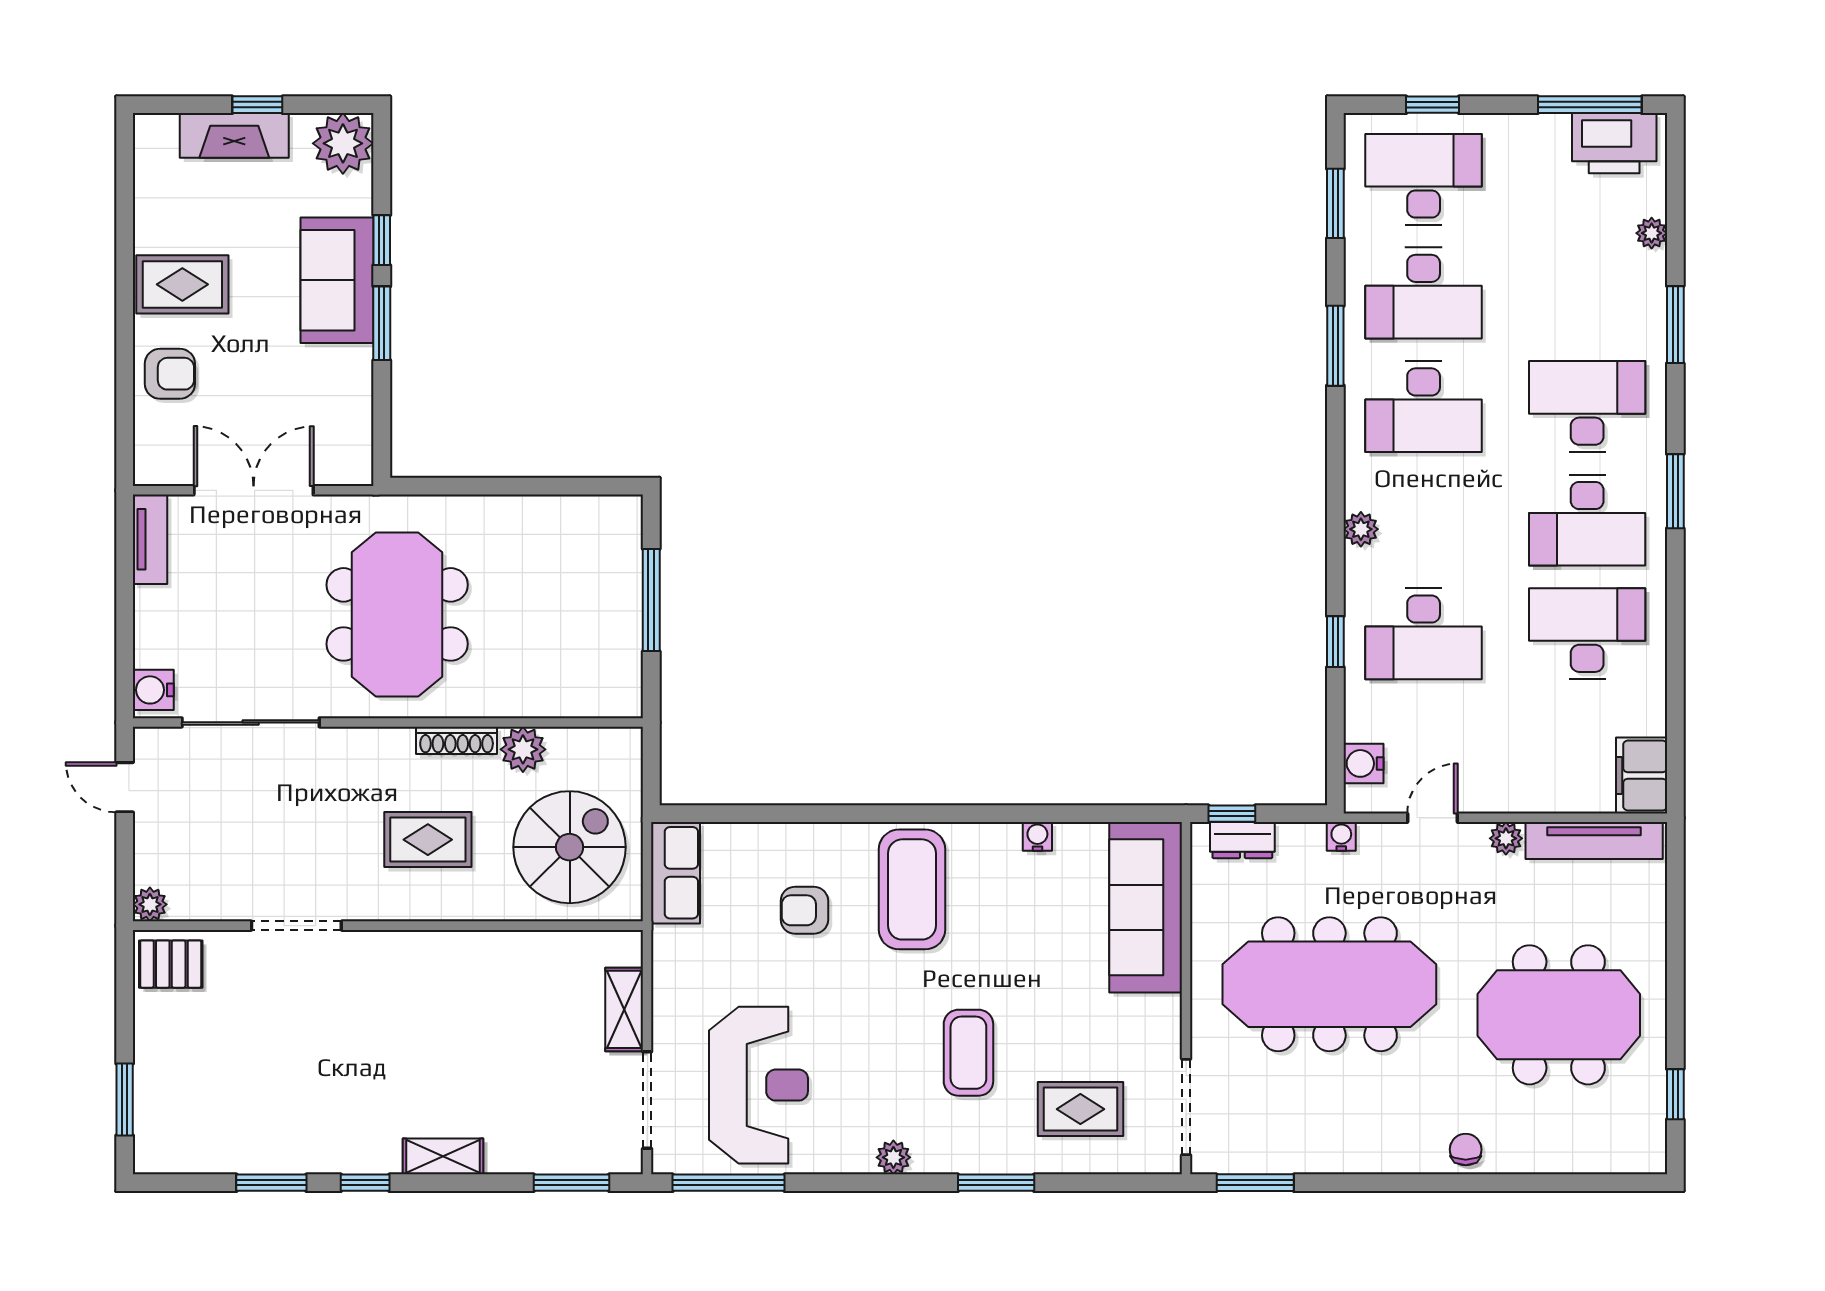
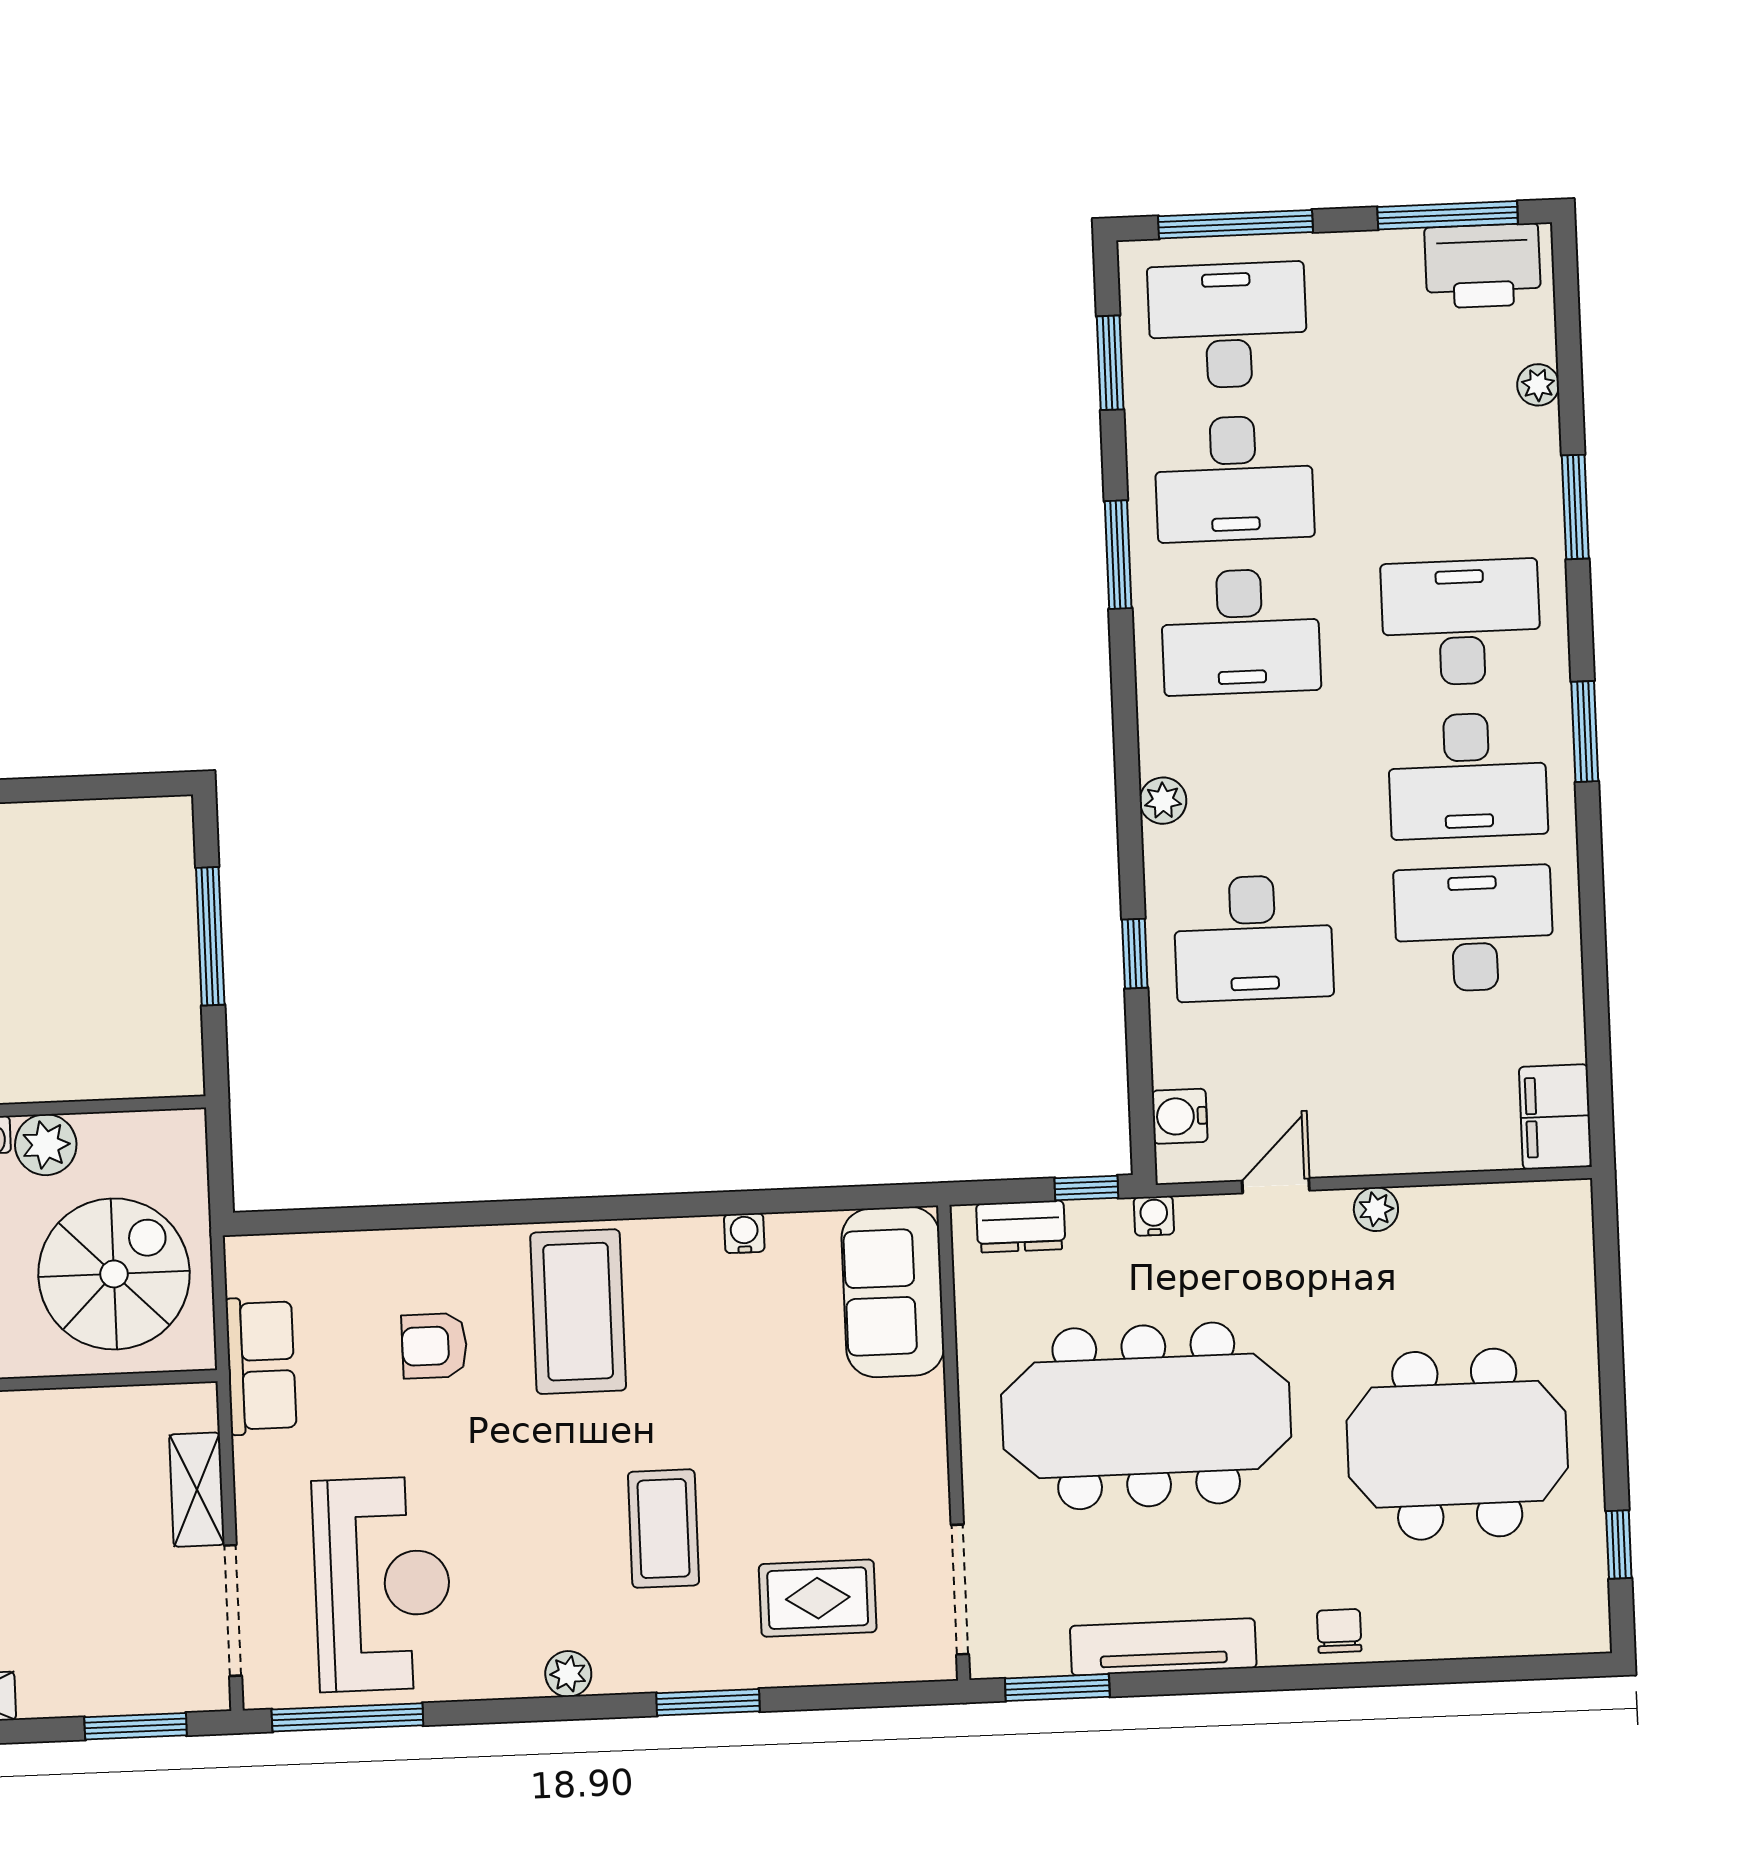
window: (1432, 105) -> (1236, 224), width x2.17
window: (1232, 814) -> (1086, 1188), moved
tv unit: (1594, 841) -> (1163, 1647), moved, turned 180
row of seats: (676, 873) -> (261, 1366), moved
sofa: (1146, 907) -> (893, 1292), width x0.73

